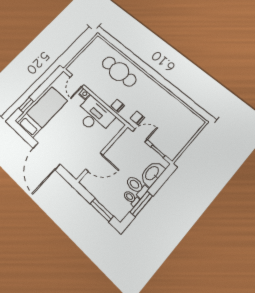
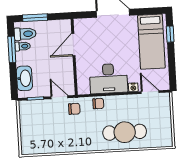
door: (140, 136) -> (59, 97), swing flipped
toilet: (137, 186) -> (25, 34), moved

